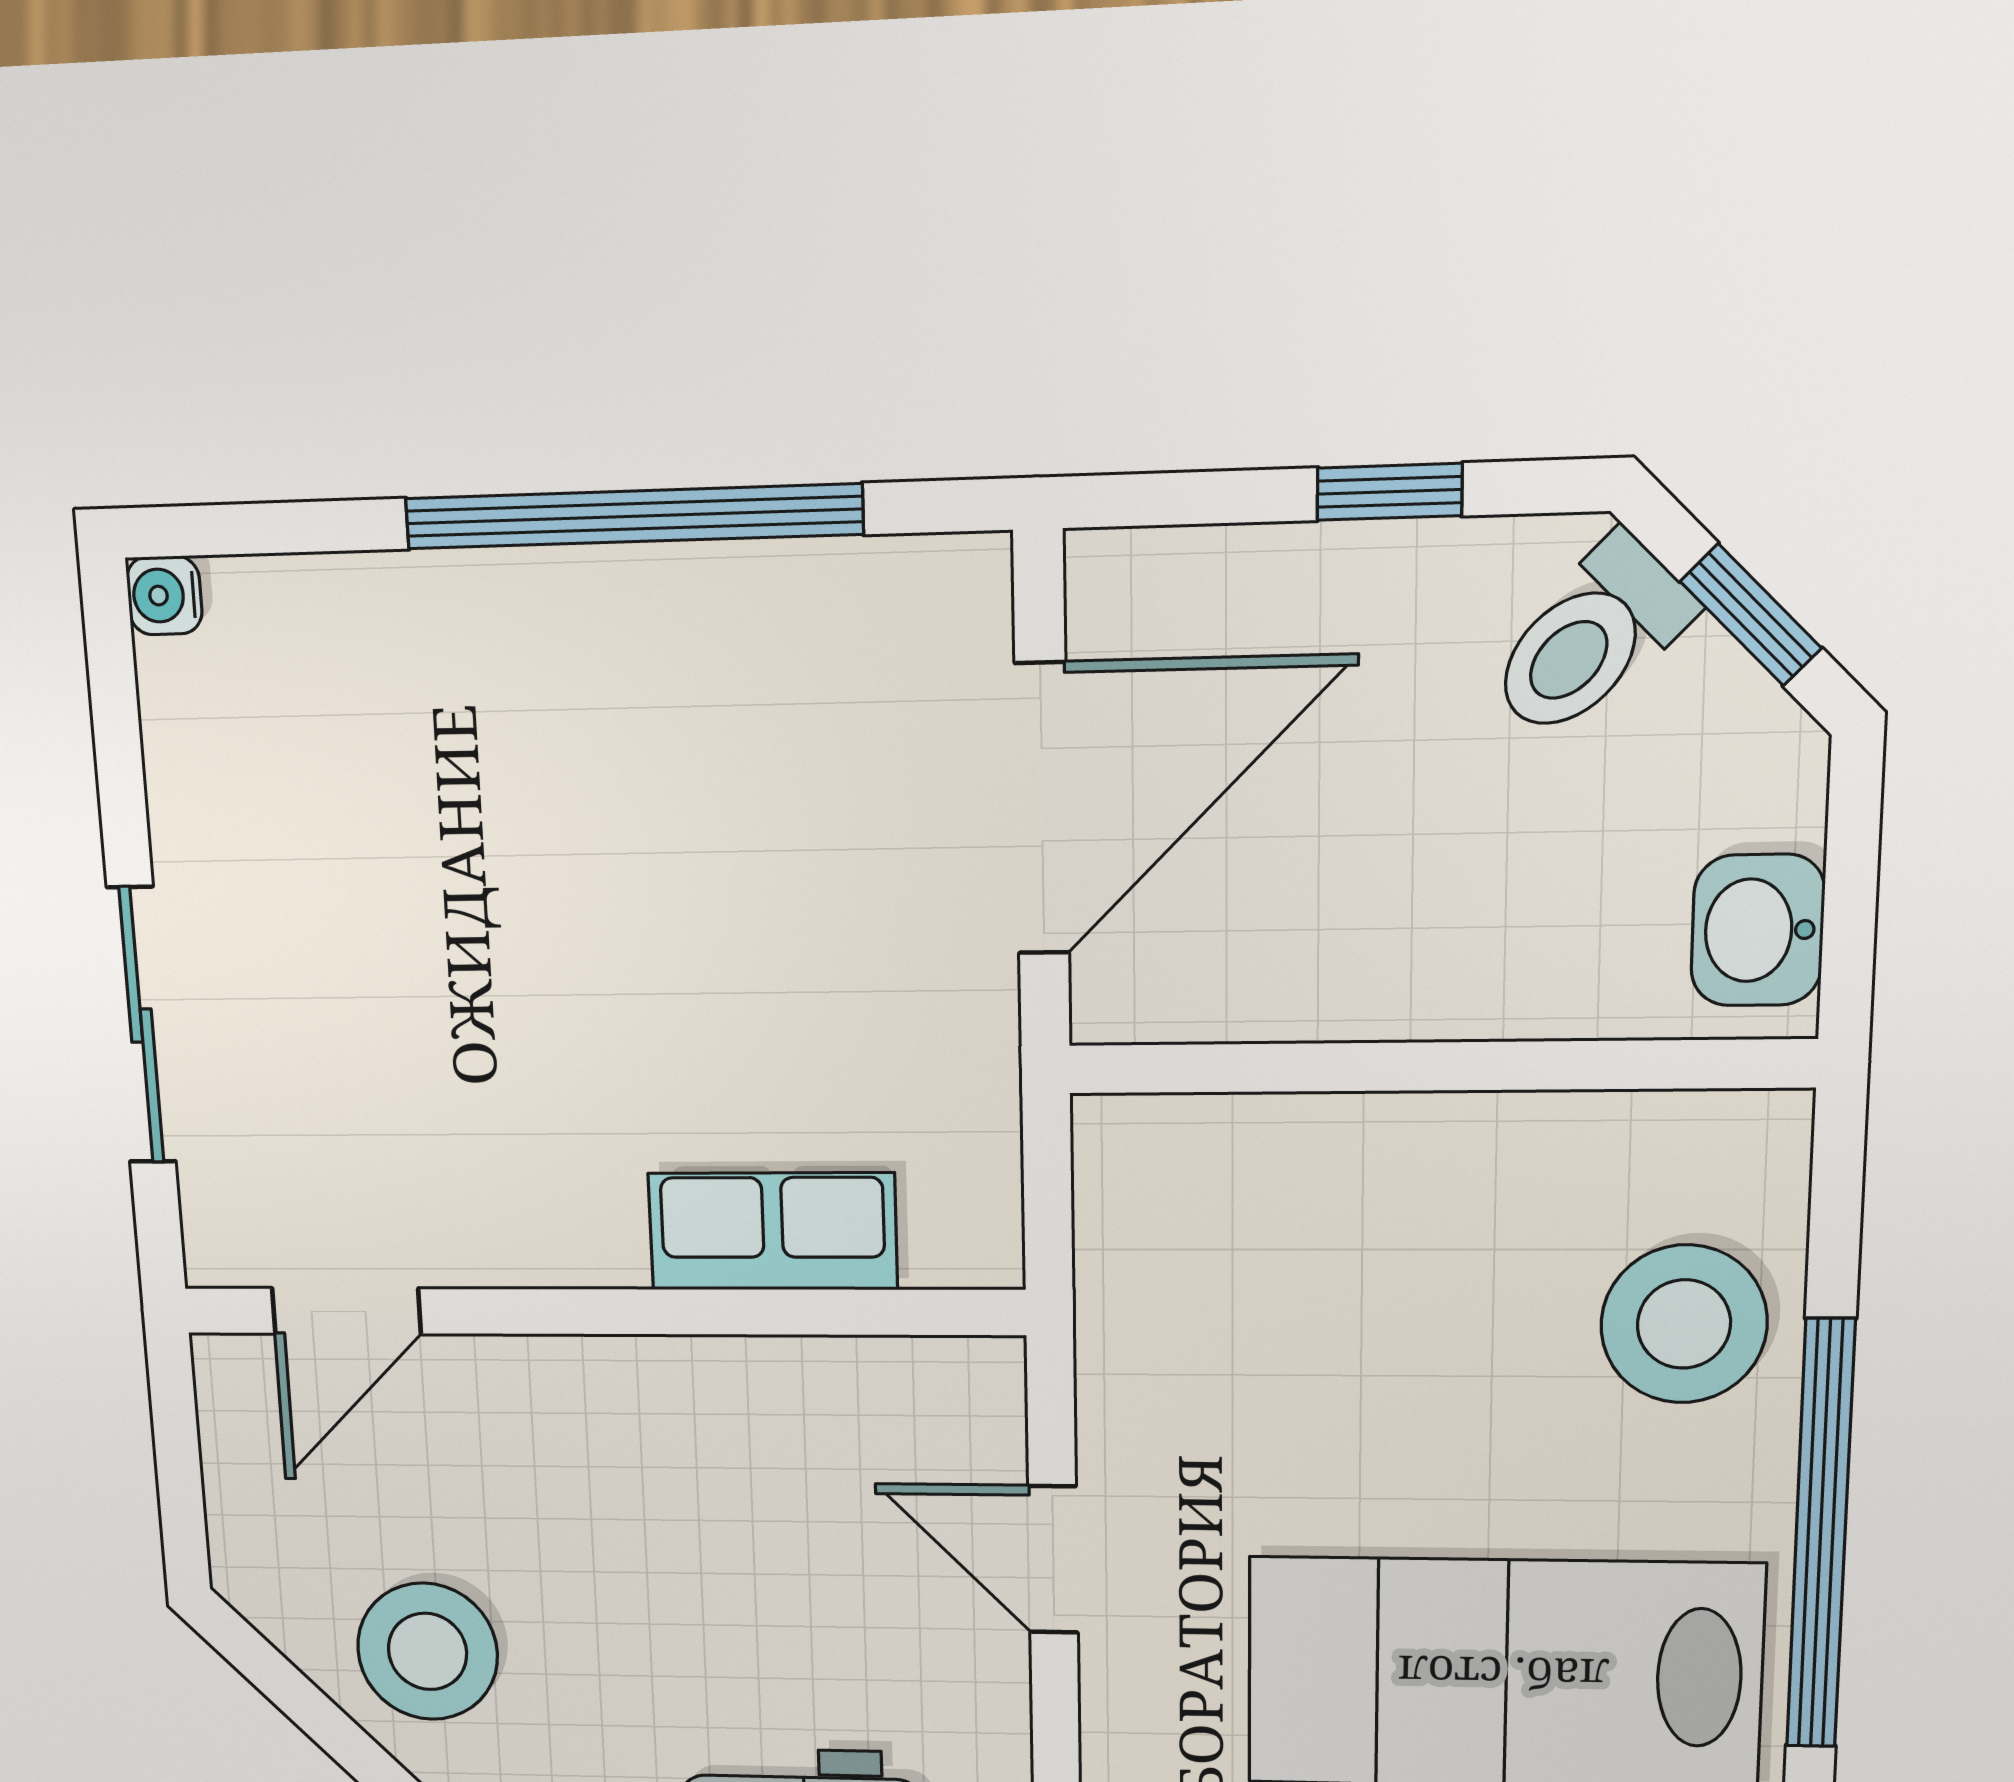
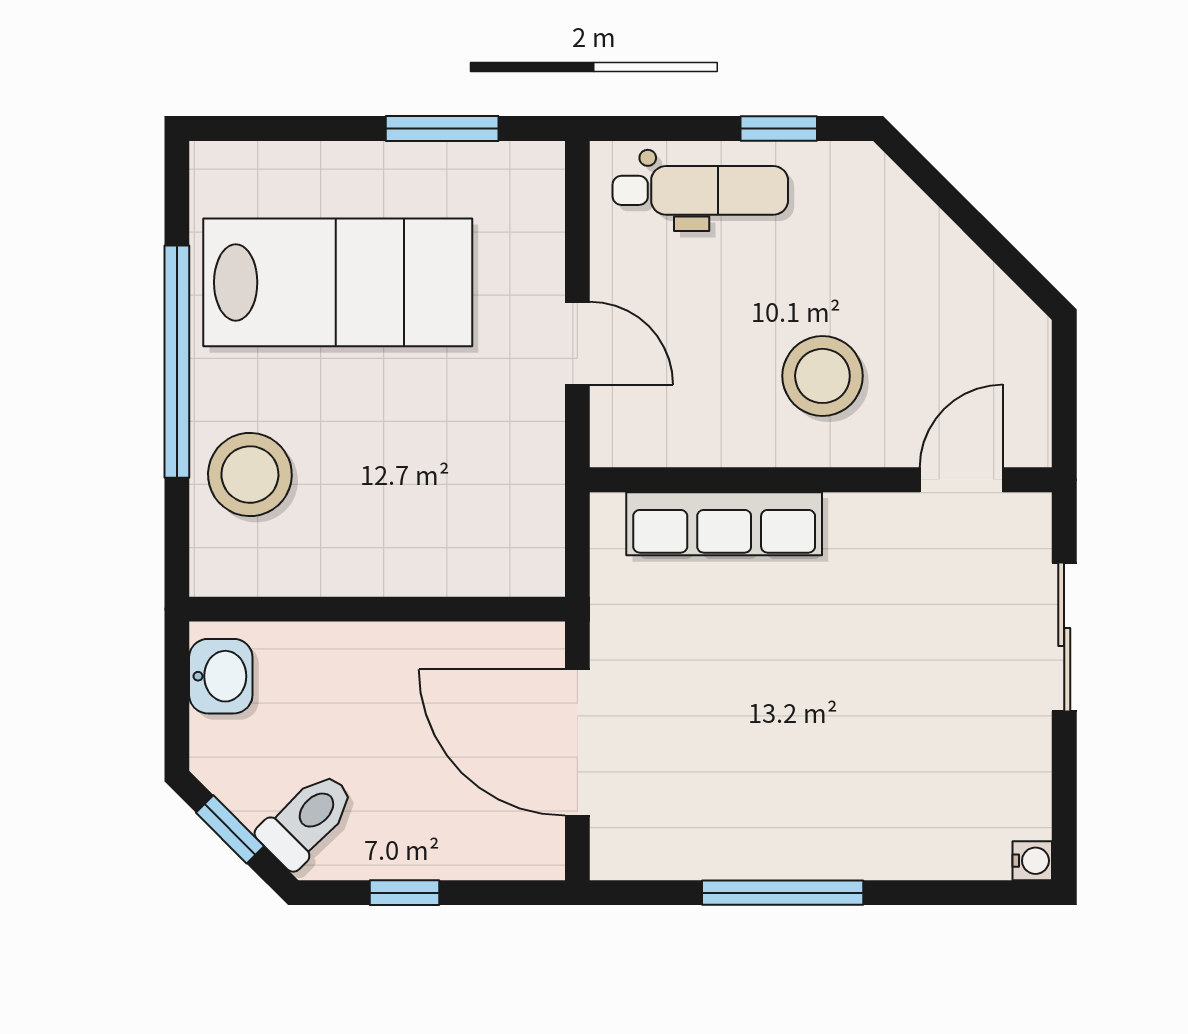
window: (633, 516) -> (783, 893), width x0.68
door: (1042, 809) -> (577, 743), hinge flipped
row of seats: (773, 1231) -> (724, 524), width x1.48
stool: (428, 1651) -> (822, 376), moved

